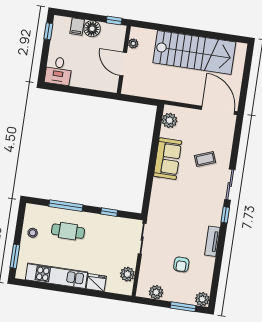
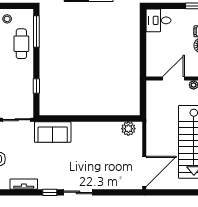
sofa: (168, 159) -> (53, 132), moved
coffee table: (205, 159) -> (98, 166), removed
window: (66, 206) -> (36, 31), moved
cafe table: (68, 231) -> (21, 44), moved

